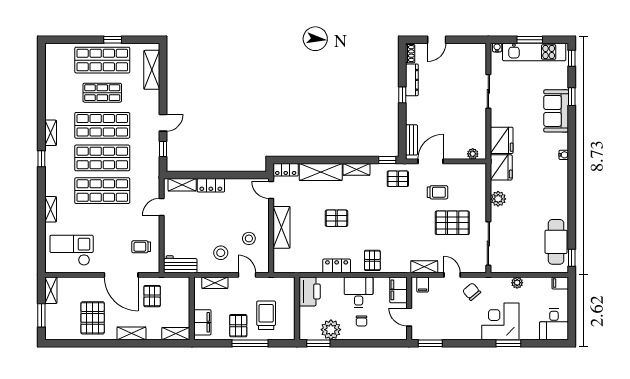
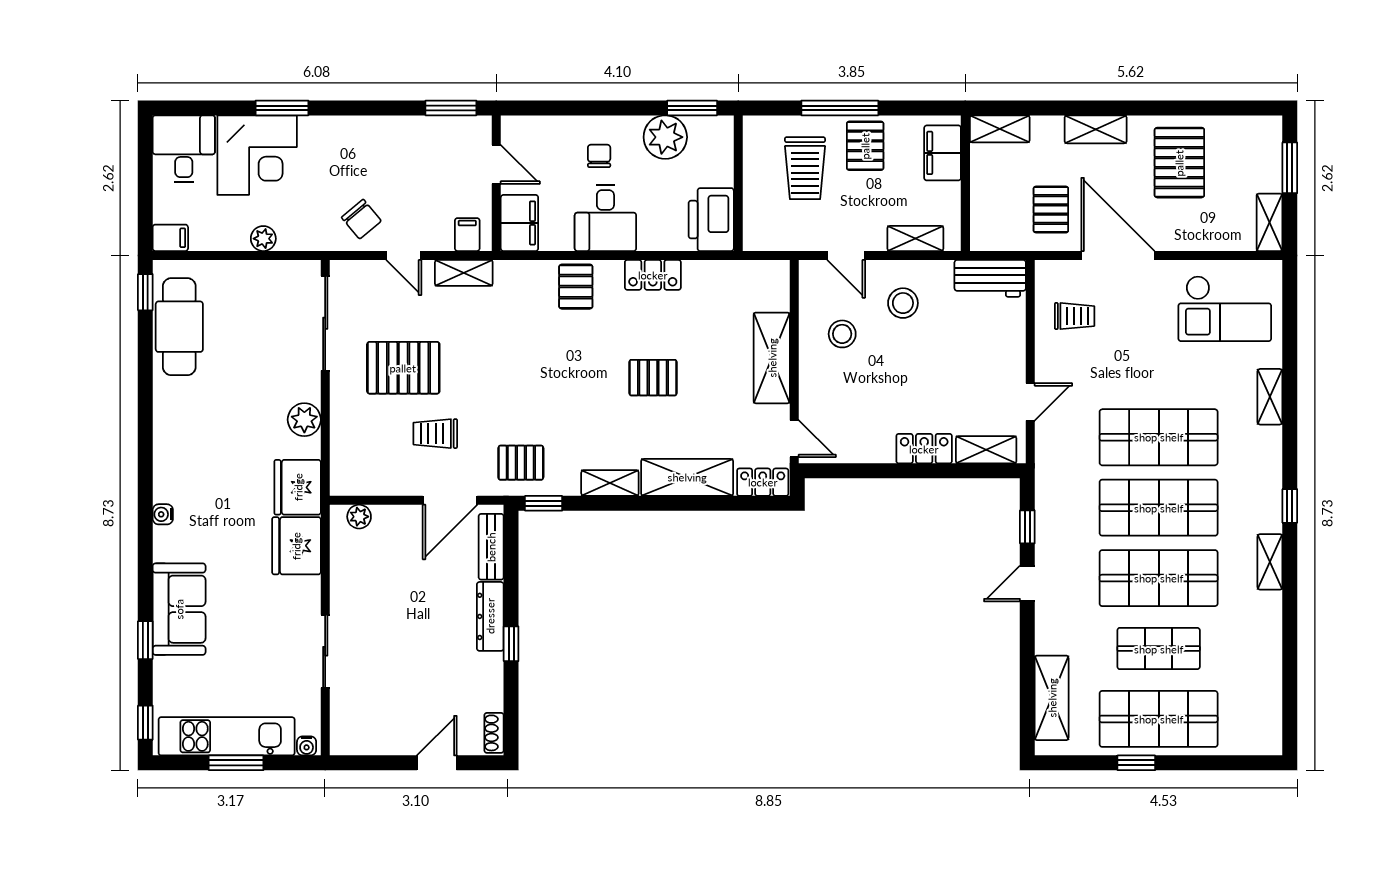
dresser: (412, 80) -> (490, 616), moved
corner desk: (500, 321) -> (257, 155), moved

